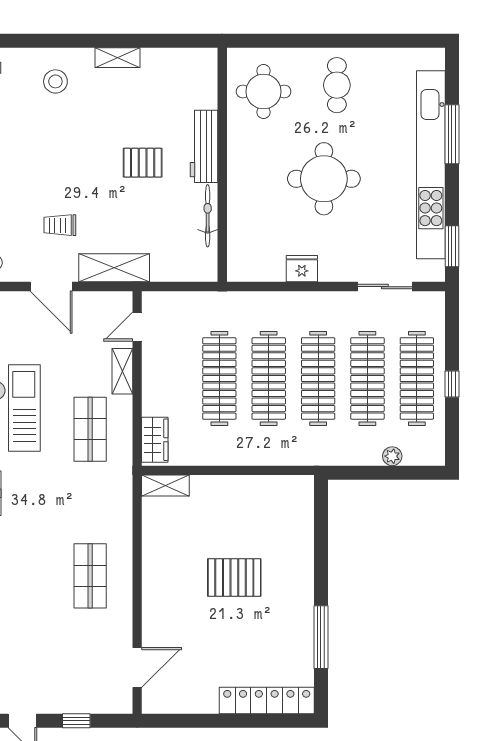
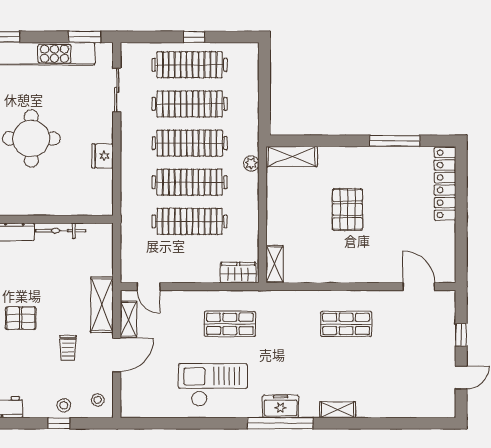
pallet: (143, 163) -> (21, 318), moved, turned 90
shelving: (122, 371) -> (128, 319), moved, turned 90
plant: (392, 456) -> (251, 163), moved
shelving: (301, 507) -> (292, 156), added

